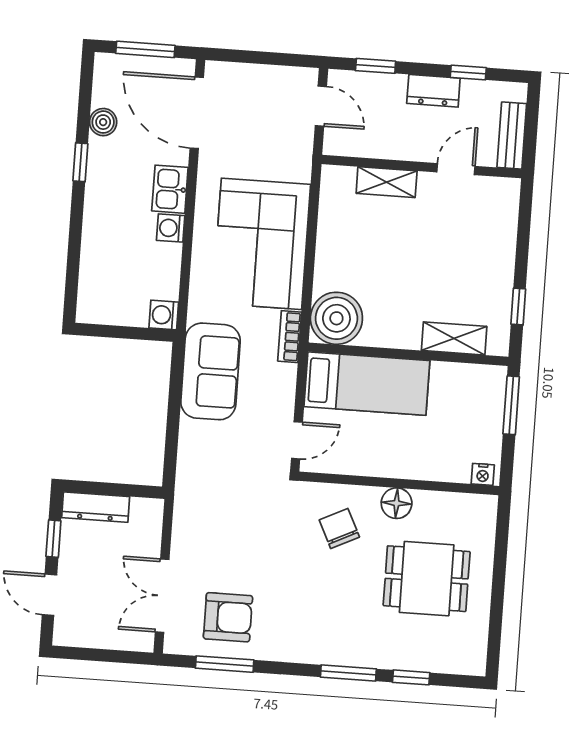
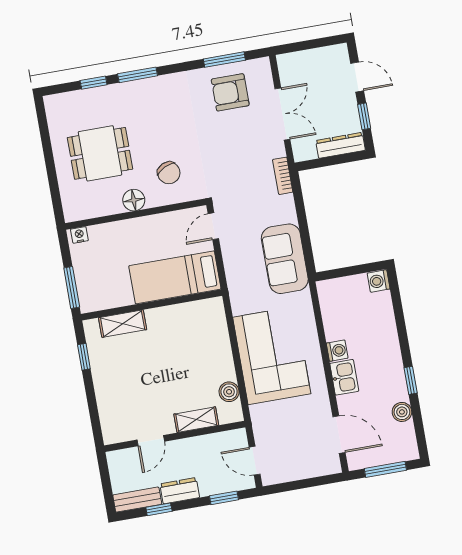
door: (197, 113) -> (339, 435), width x0.73
bench: (512, 136) -> (137, 500), moved, turned 90
washing machine: (164, 315) -> (379, 281), moved, turned 180
boiler: (336, 318) -> (229, 392), moved, width x0.54, depth x0.54
bookcase: (290, 337) -> (283, 176), moved, turned 180
double door: (162, 596) -> (282, 114), moved

